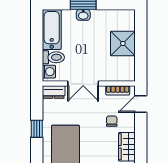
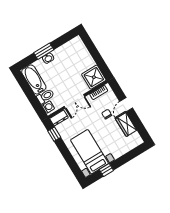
shower: (123, 43) -> (94, 77), moved
door: (141, 104) -> (126, 105), moved
window: (37, 129) -> (54, 134), moved

